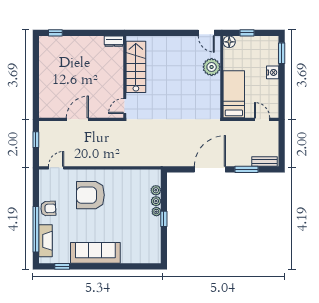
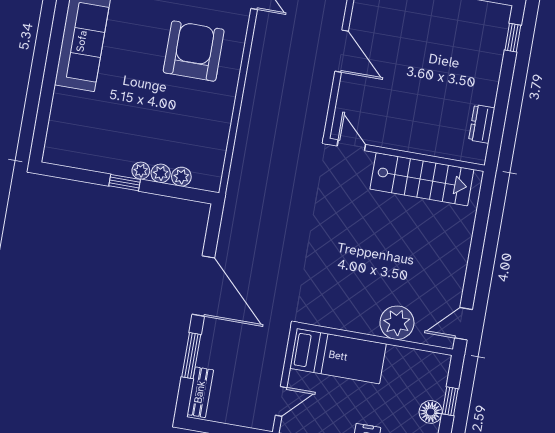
dresser: (114, 41) -> (482, 124), moved
floor lamp: (229, 42) -> (431, 412), moved

